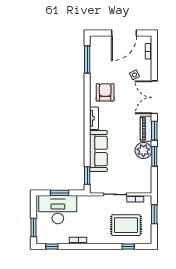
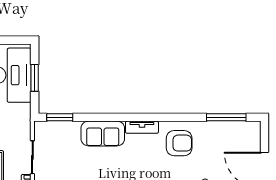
sofa: (98, 151) -> (103, 133), width x0.73

